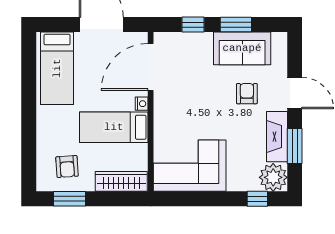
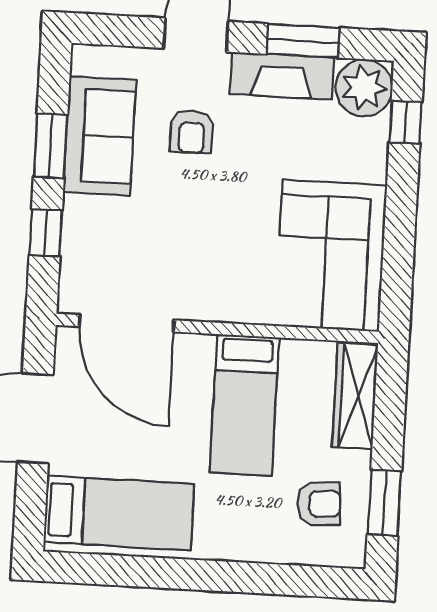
armchair: (247, 94) -> (192, 132), turned -90
nightstand: (142, 104) -> (200, 346), removed

